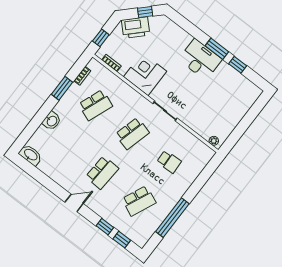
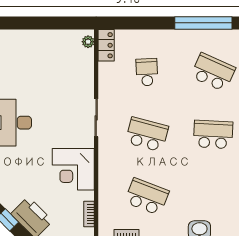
locker: (203, 150) -> (106, 45), added

